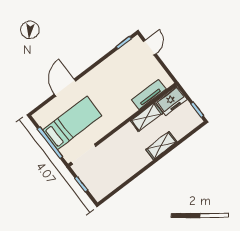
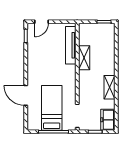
door: (150, 48) -> (41, 22), swing flipped
tv unit: (149, 94) -> (71, 45), width x1.41
freezer: (171, 101) -> (108, 120), moved, turned 180
shelving: (161, 146) -> (109, 87), moved

